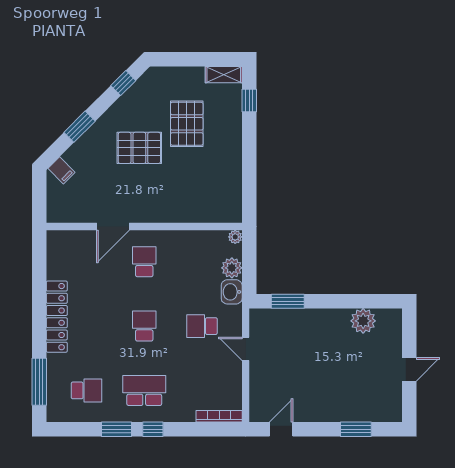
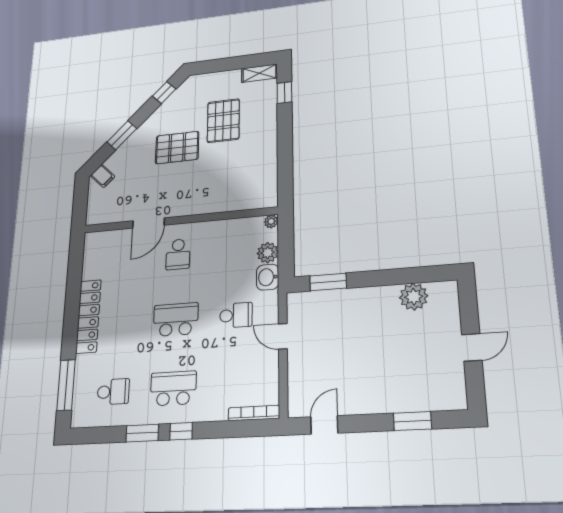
school desk: (144, 262) -> (178, 254), turned 180
school desk: (144, 326) -> (176, 320), width x1.85
school desk: (202, 326) -> (236, 315), turned 180

